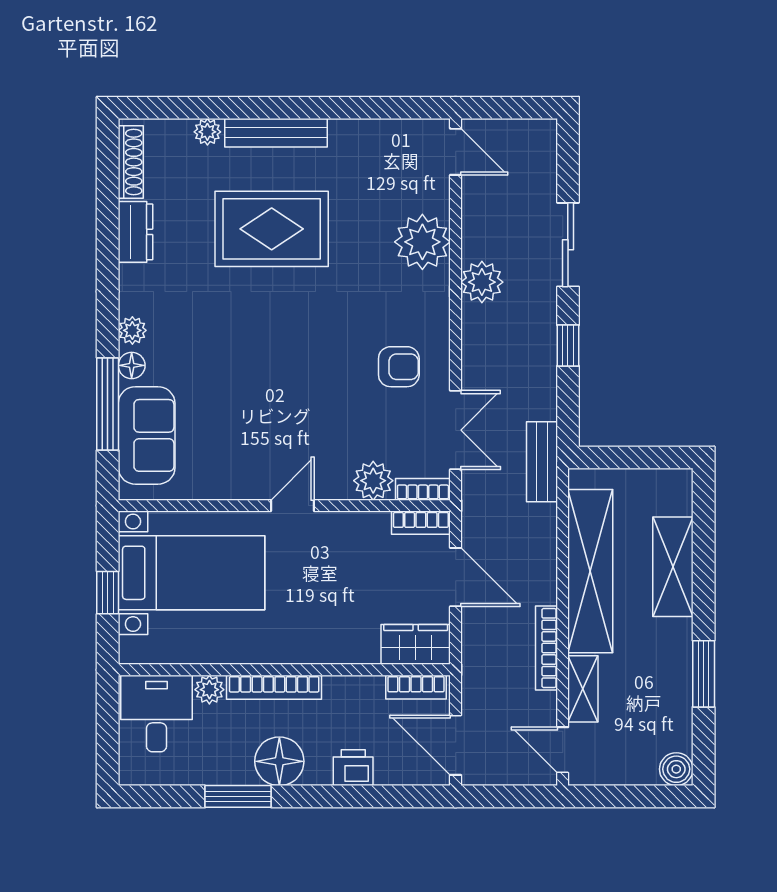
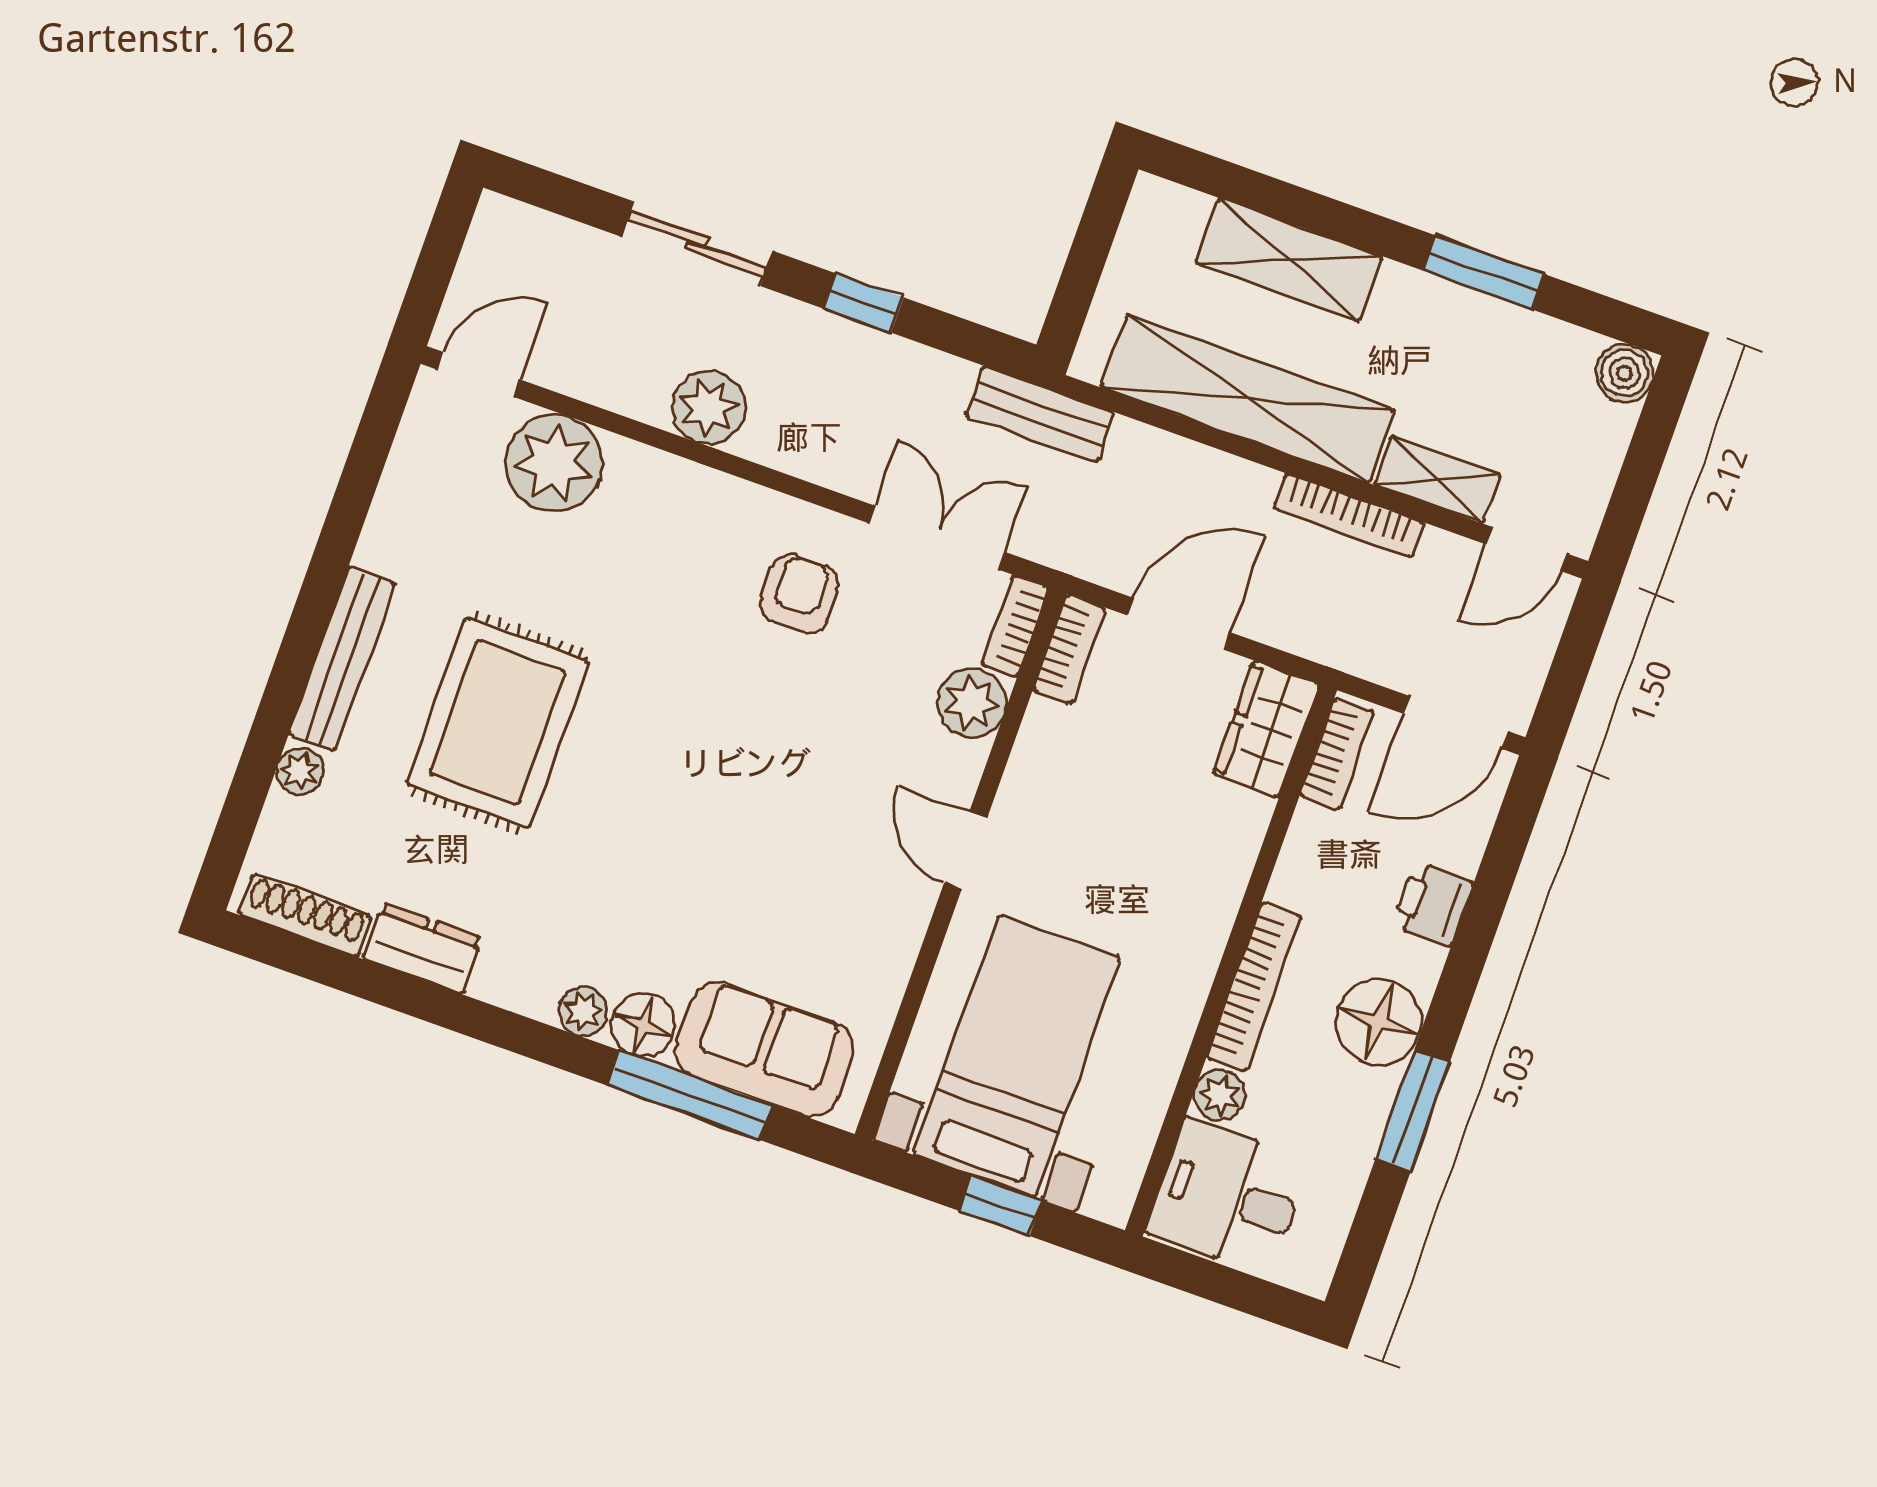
plant: (422, 242) -> (554, 463), moved
floor lamp: (132, 365) -> (643, 1025), width x1.37, depth x1.37

